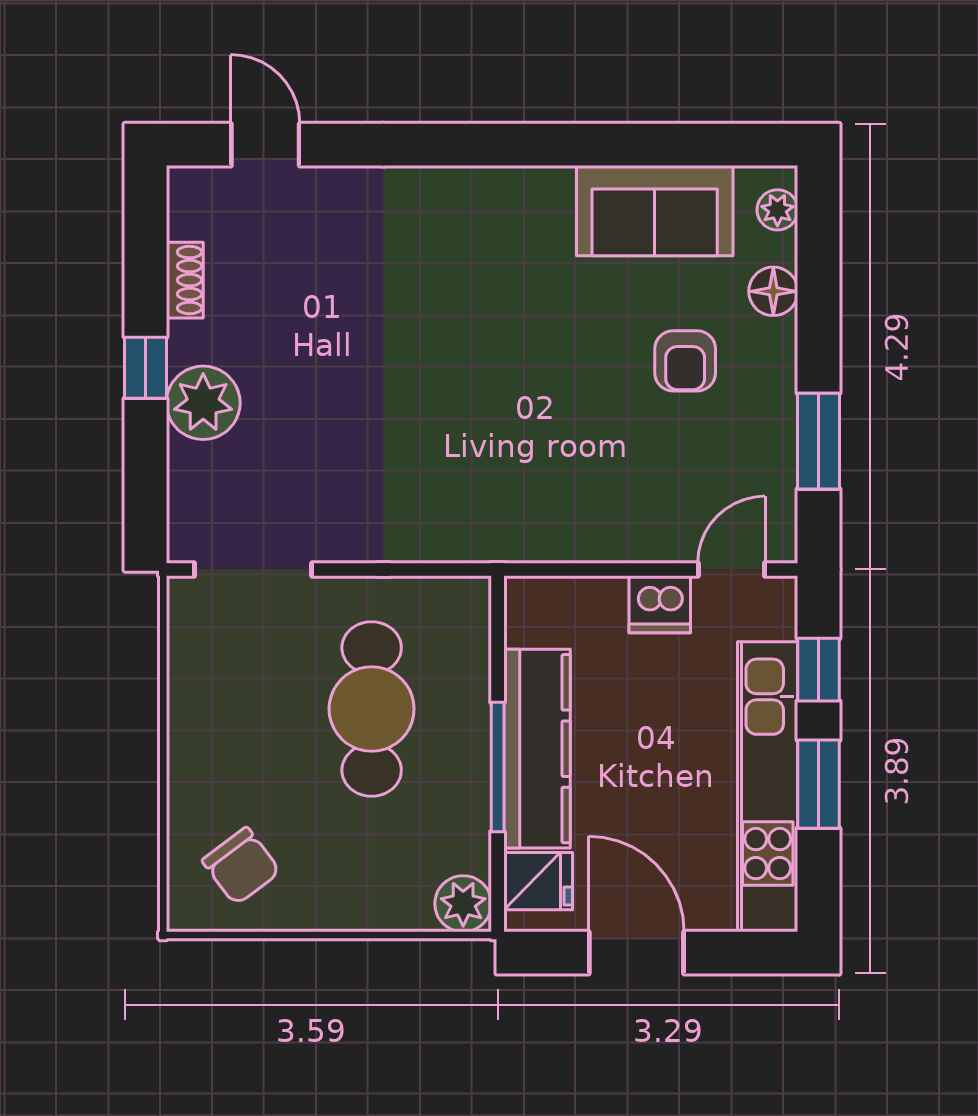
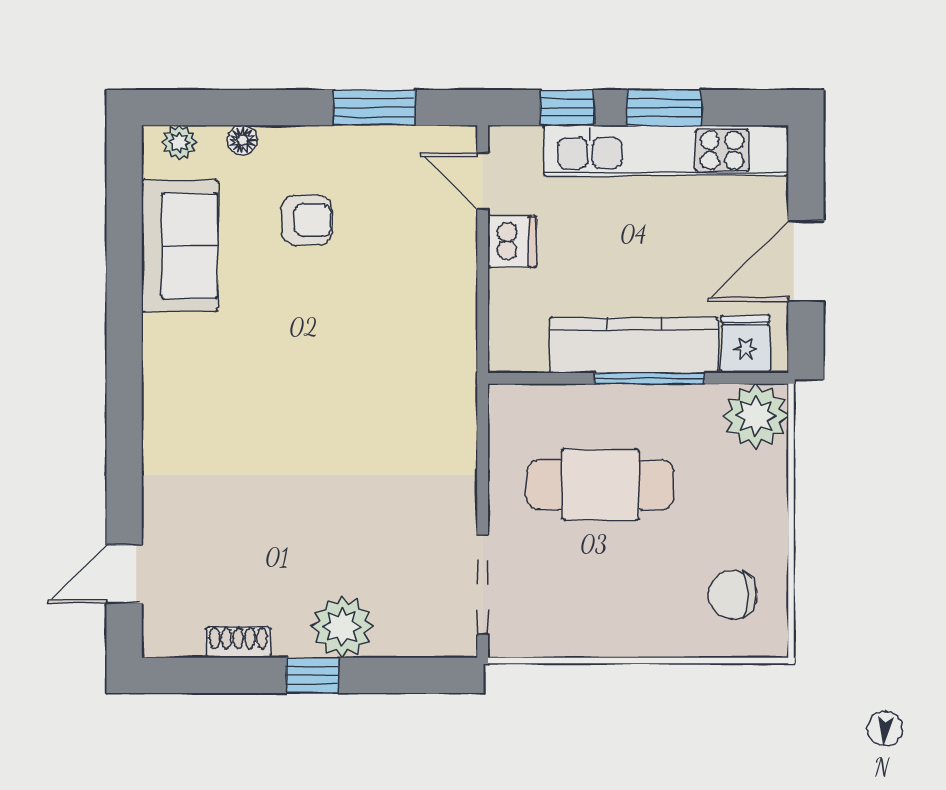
floor lamp: (773, 291) -> (242, 140), width x0.73, depth x0.73
chair: (241, 866) -> (733, 595), turned -143
plant: (463, 904) -> (756, 416), width x1.36, depth x1.36

